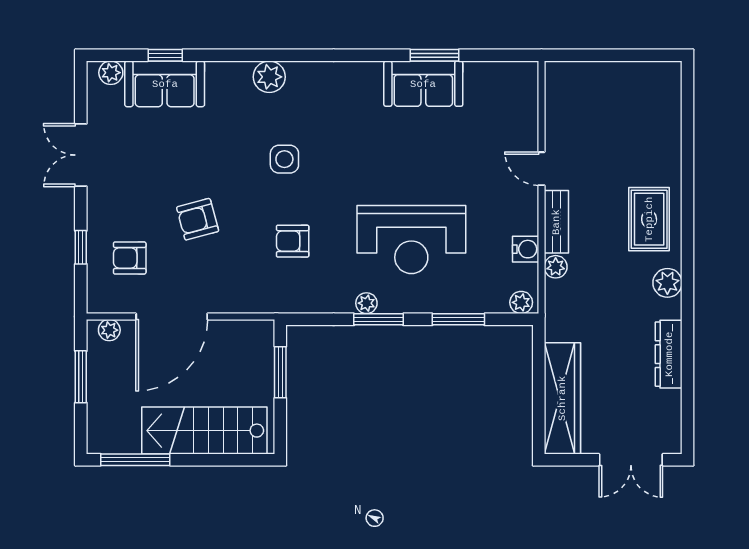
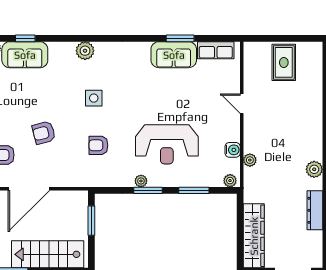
row of seats: (496, 76) -> (216, 50), added
rug: (649, 219) -> (284, 62), moved
bench: (556, 222) -> (250, 134), removed

